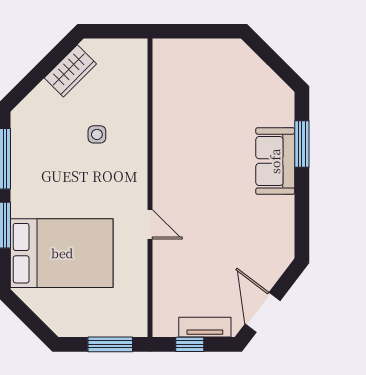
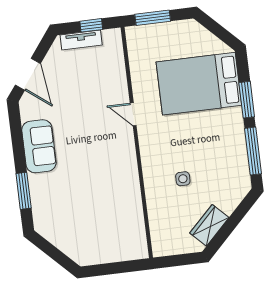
sofa: (275, 161) -> (39, 146), moved
door: (263, 312) -> (28, 74), moved

